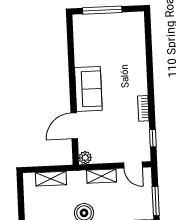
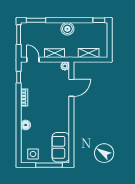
side table: (126, 25) -> (33, 154), added
floor lamp: (139, 68) -> (26, 125), added
sofa: (88, 89) -> (61, 147), moved

